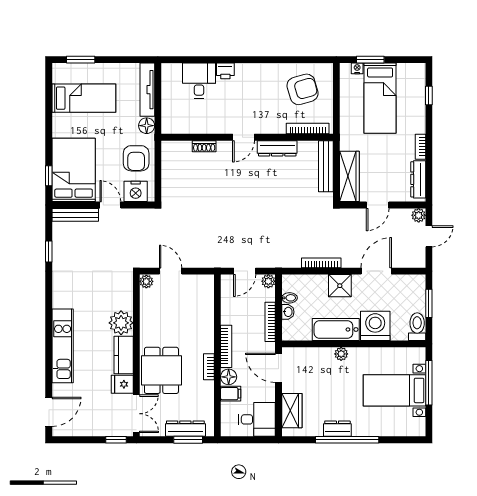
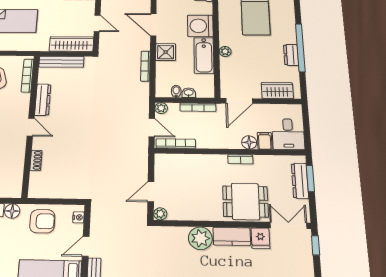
nightstand: (136, 191) -> (78, 217), width x0.53, depth x0.56
bookcase: (226, 346) -> (176, 144), moved
desk: (257, 419) -> (288, 134), moved, turned 180

